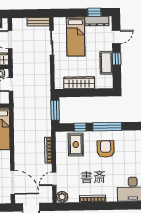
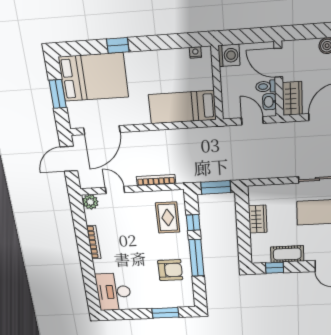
window: (117, 59) -> (275, 268), moved
wardrobe: (79, 83) -> (258, 219), width x0.67
rug: (76, 145) -> (168, 218), turned 90
armchair: (106, 149) -> (170, 270), moved

